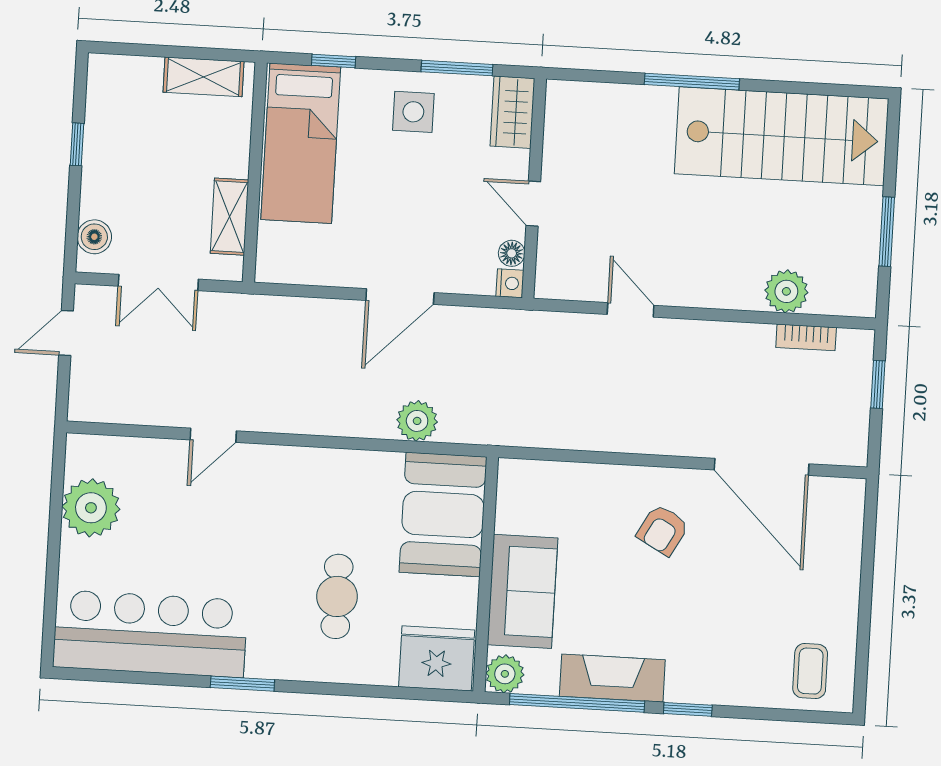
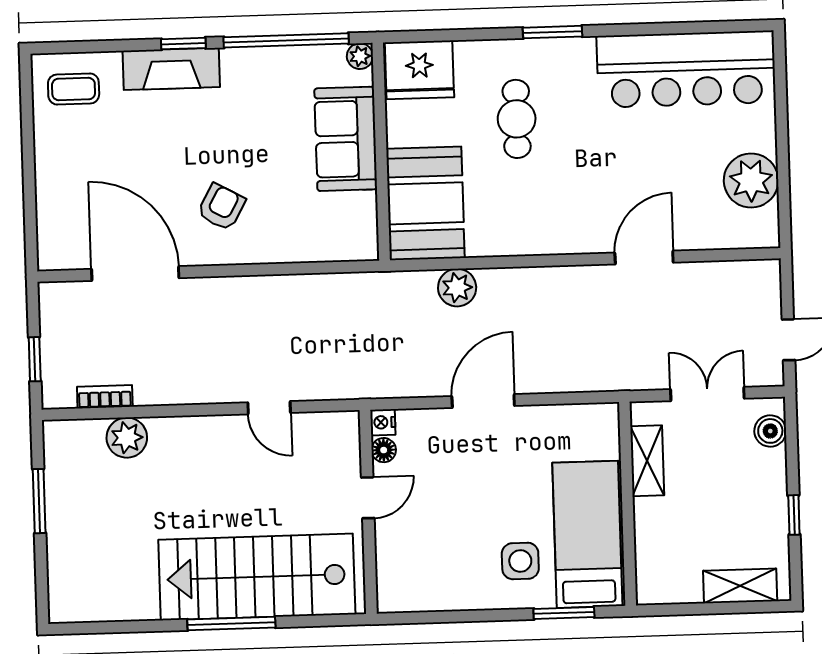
window: (334, 61) -> (564, 613), width x1.50
window: (457, 68) -> (449, 617), removed
shelving: (204, 77) -> (740, 586), moved
side table: (413, 112) -> (520, 561), moved
wardrobe: (512, 112) -> (395, 580), removed
stairs: (782, 136) -> (257, 577), moved
door: (533, 204) -> (368, 498), hinge flipped
door: (213, 435) -> (644, 258), width x1.38
coffee table: (810, 671) -> (74, 89), turned 90
plant: (505, 674) -> (360, 56), width x0.73, depth x0.73
fireplace: (612, 678) -> (171, 69), moved
window: (242, 684) -> (552, 32), moved

